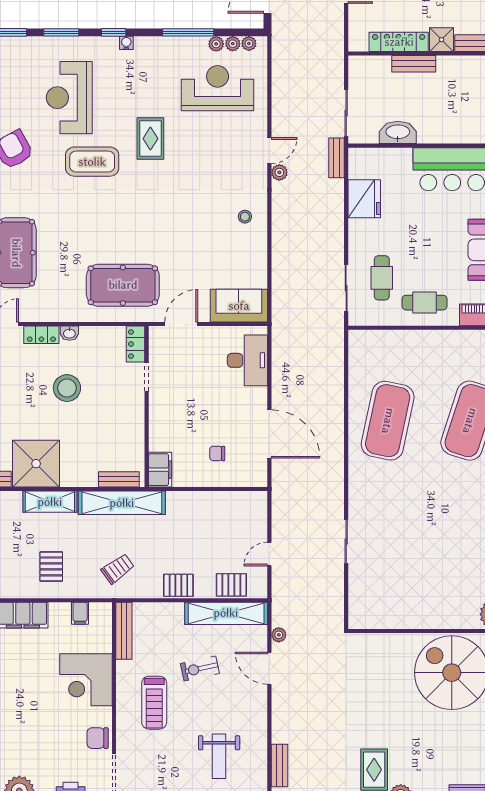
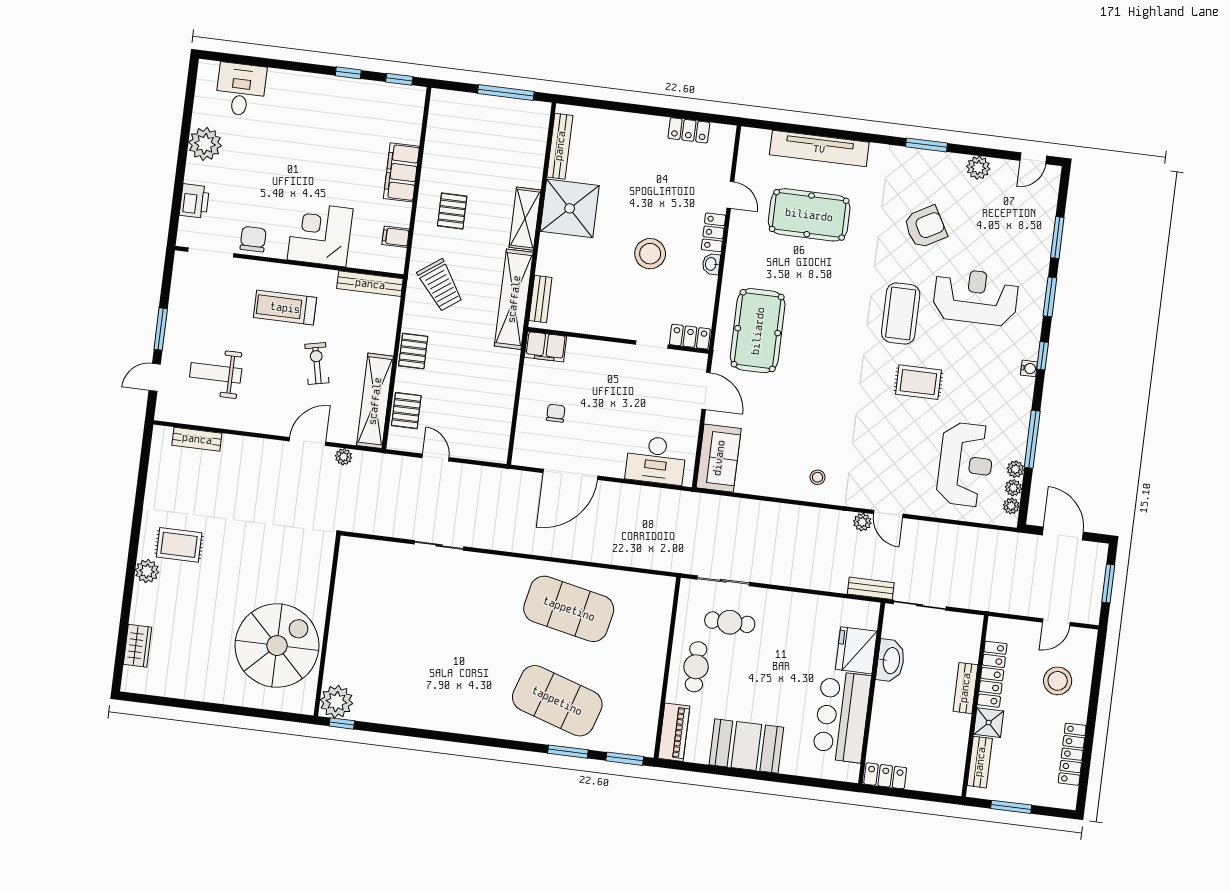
fridge: (364, 199) -> (856, 650), moved, turned 90
pallet: (51, 566) -> (452, 211), turned 90
trolley: (118, 569) -> (440, 285), width x1.36, depth x1.39

